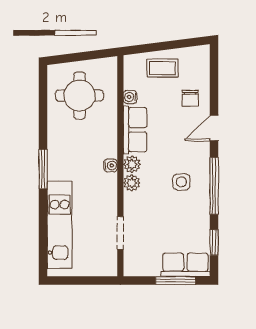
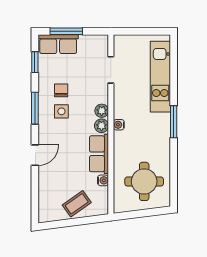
coffee table: (163, 68) -> (77, 204), turned -35
chair: (190, 98) -> (61, 90), moved
window: (214, 186) -> (35, 108), width x0.69

